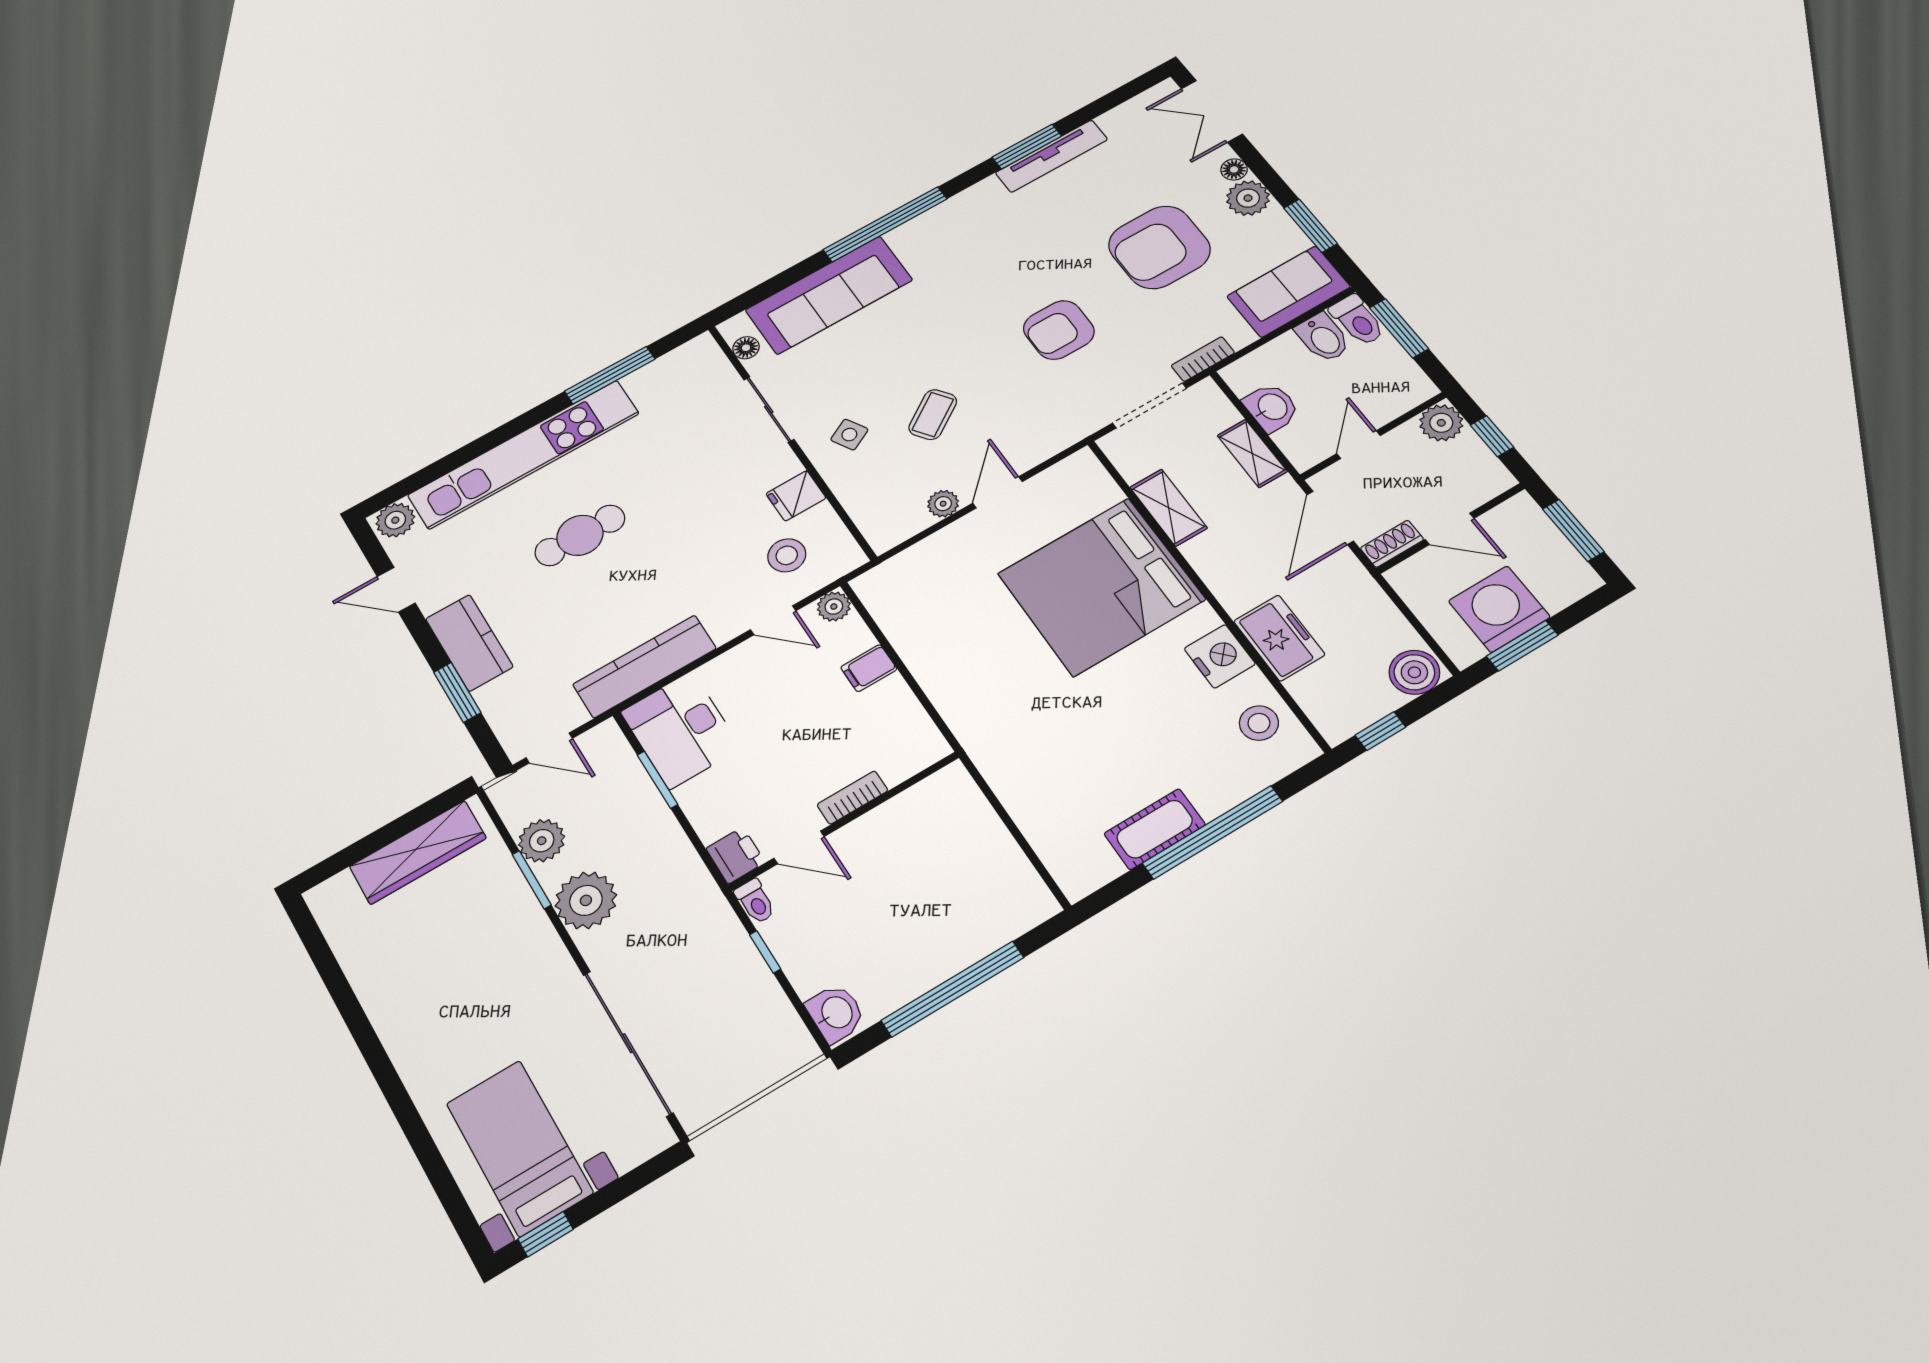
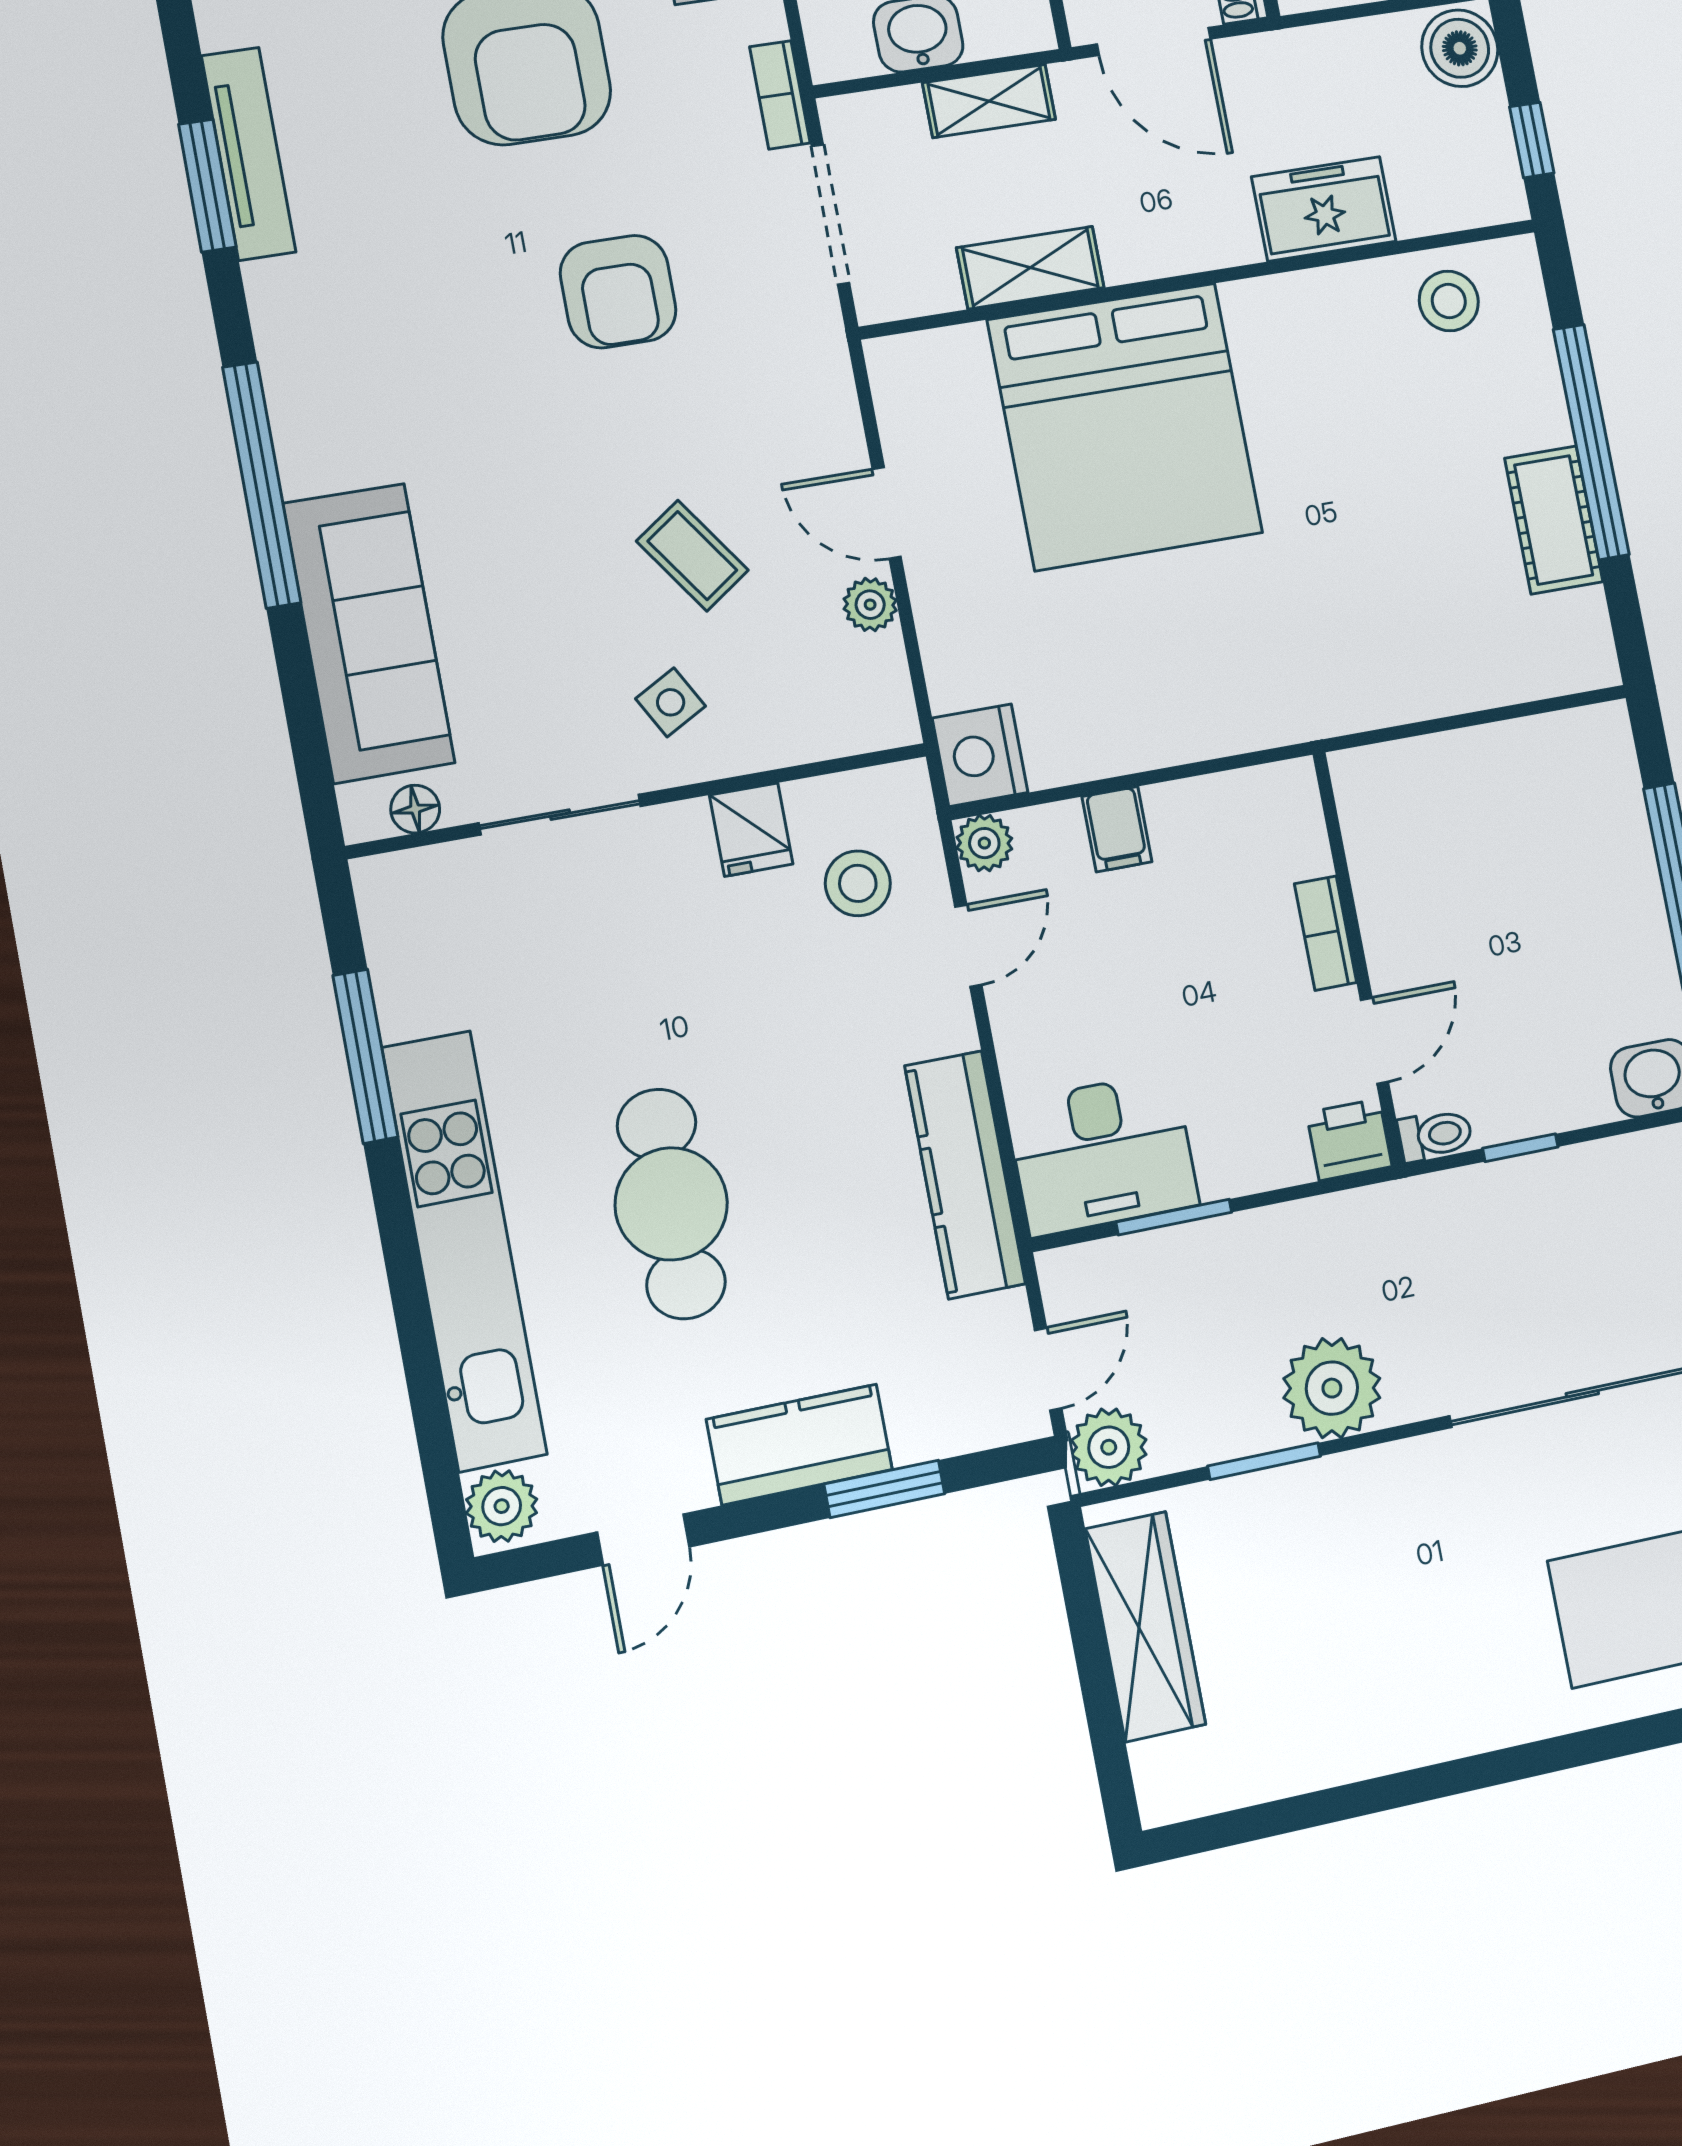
cafe table: (580, 535) -> (671, 1204), width x1.37, depth x1.35
nightstand: (1220, 656) -> (980, 755), moved, turned -90
plant: (542, 841) -> (1109, 1447), moved

